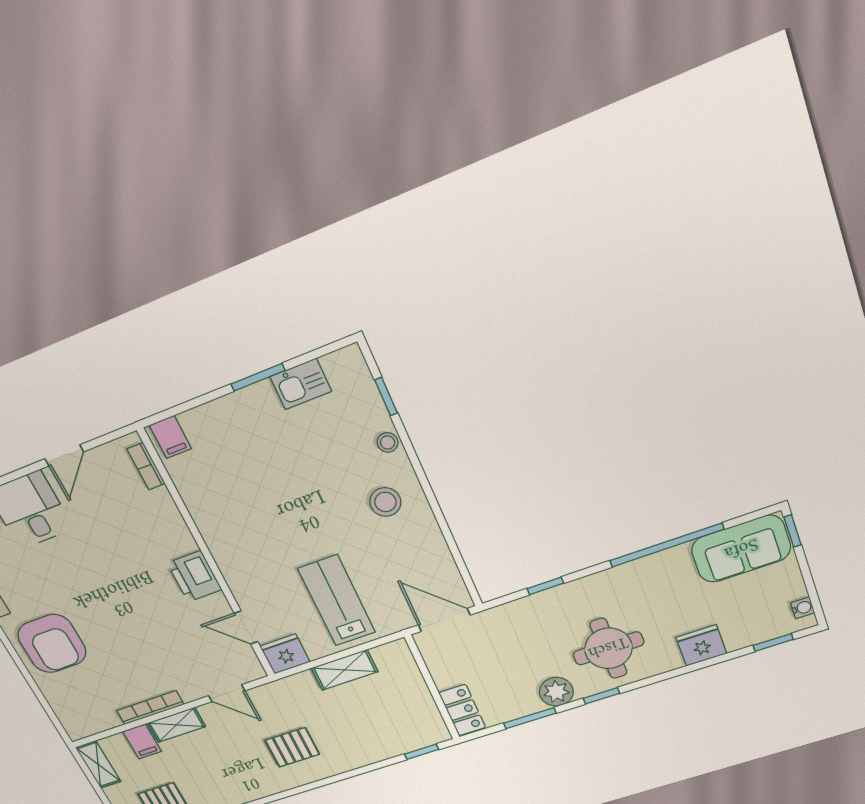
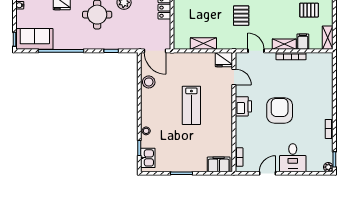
kitchen sink: (301, 384) -> (148, 158), moved, turned 90
filing cabinet: (170, 437) -> (219, 164), width x2.00
stool: (385, 502) -> (149, 82), moved
lab bench: (337, 601) -> (191, 105), moved
armchair: (52, 644) -> (280, 111), moved
pallet: (292, 747) -> (241, 16), turned 90

